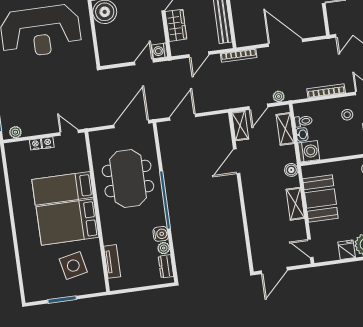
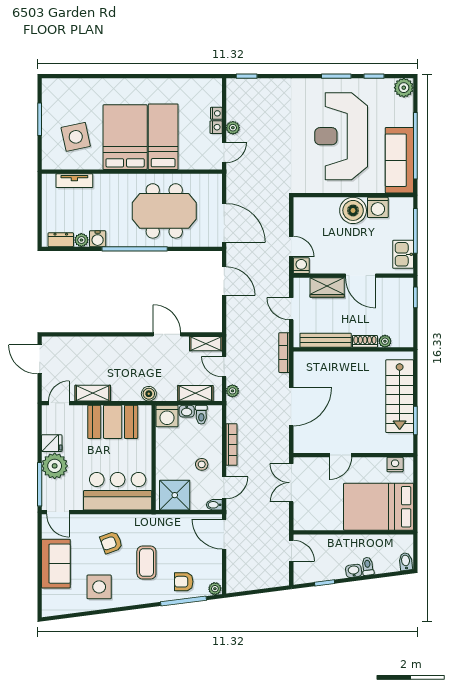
plant: (15, 132) -> (233, 128), moved
shelving: (295, 204) -> (93, 393), moved

